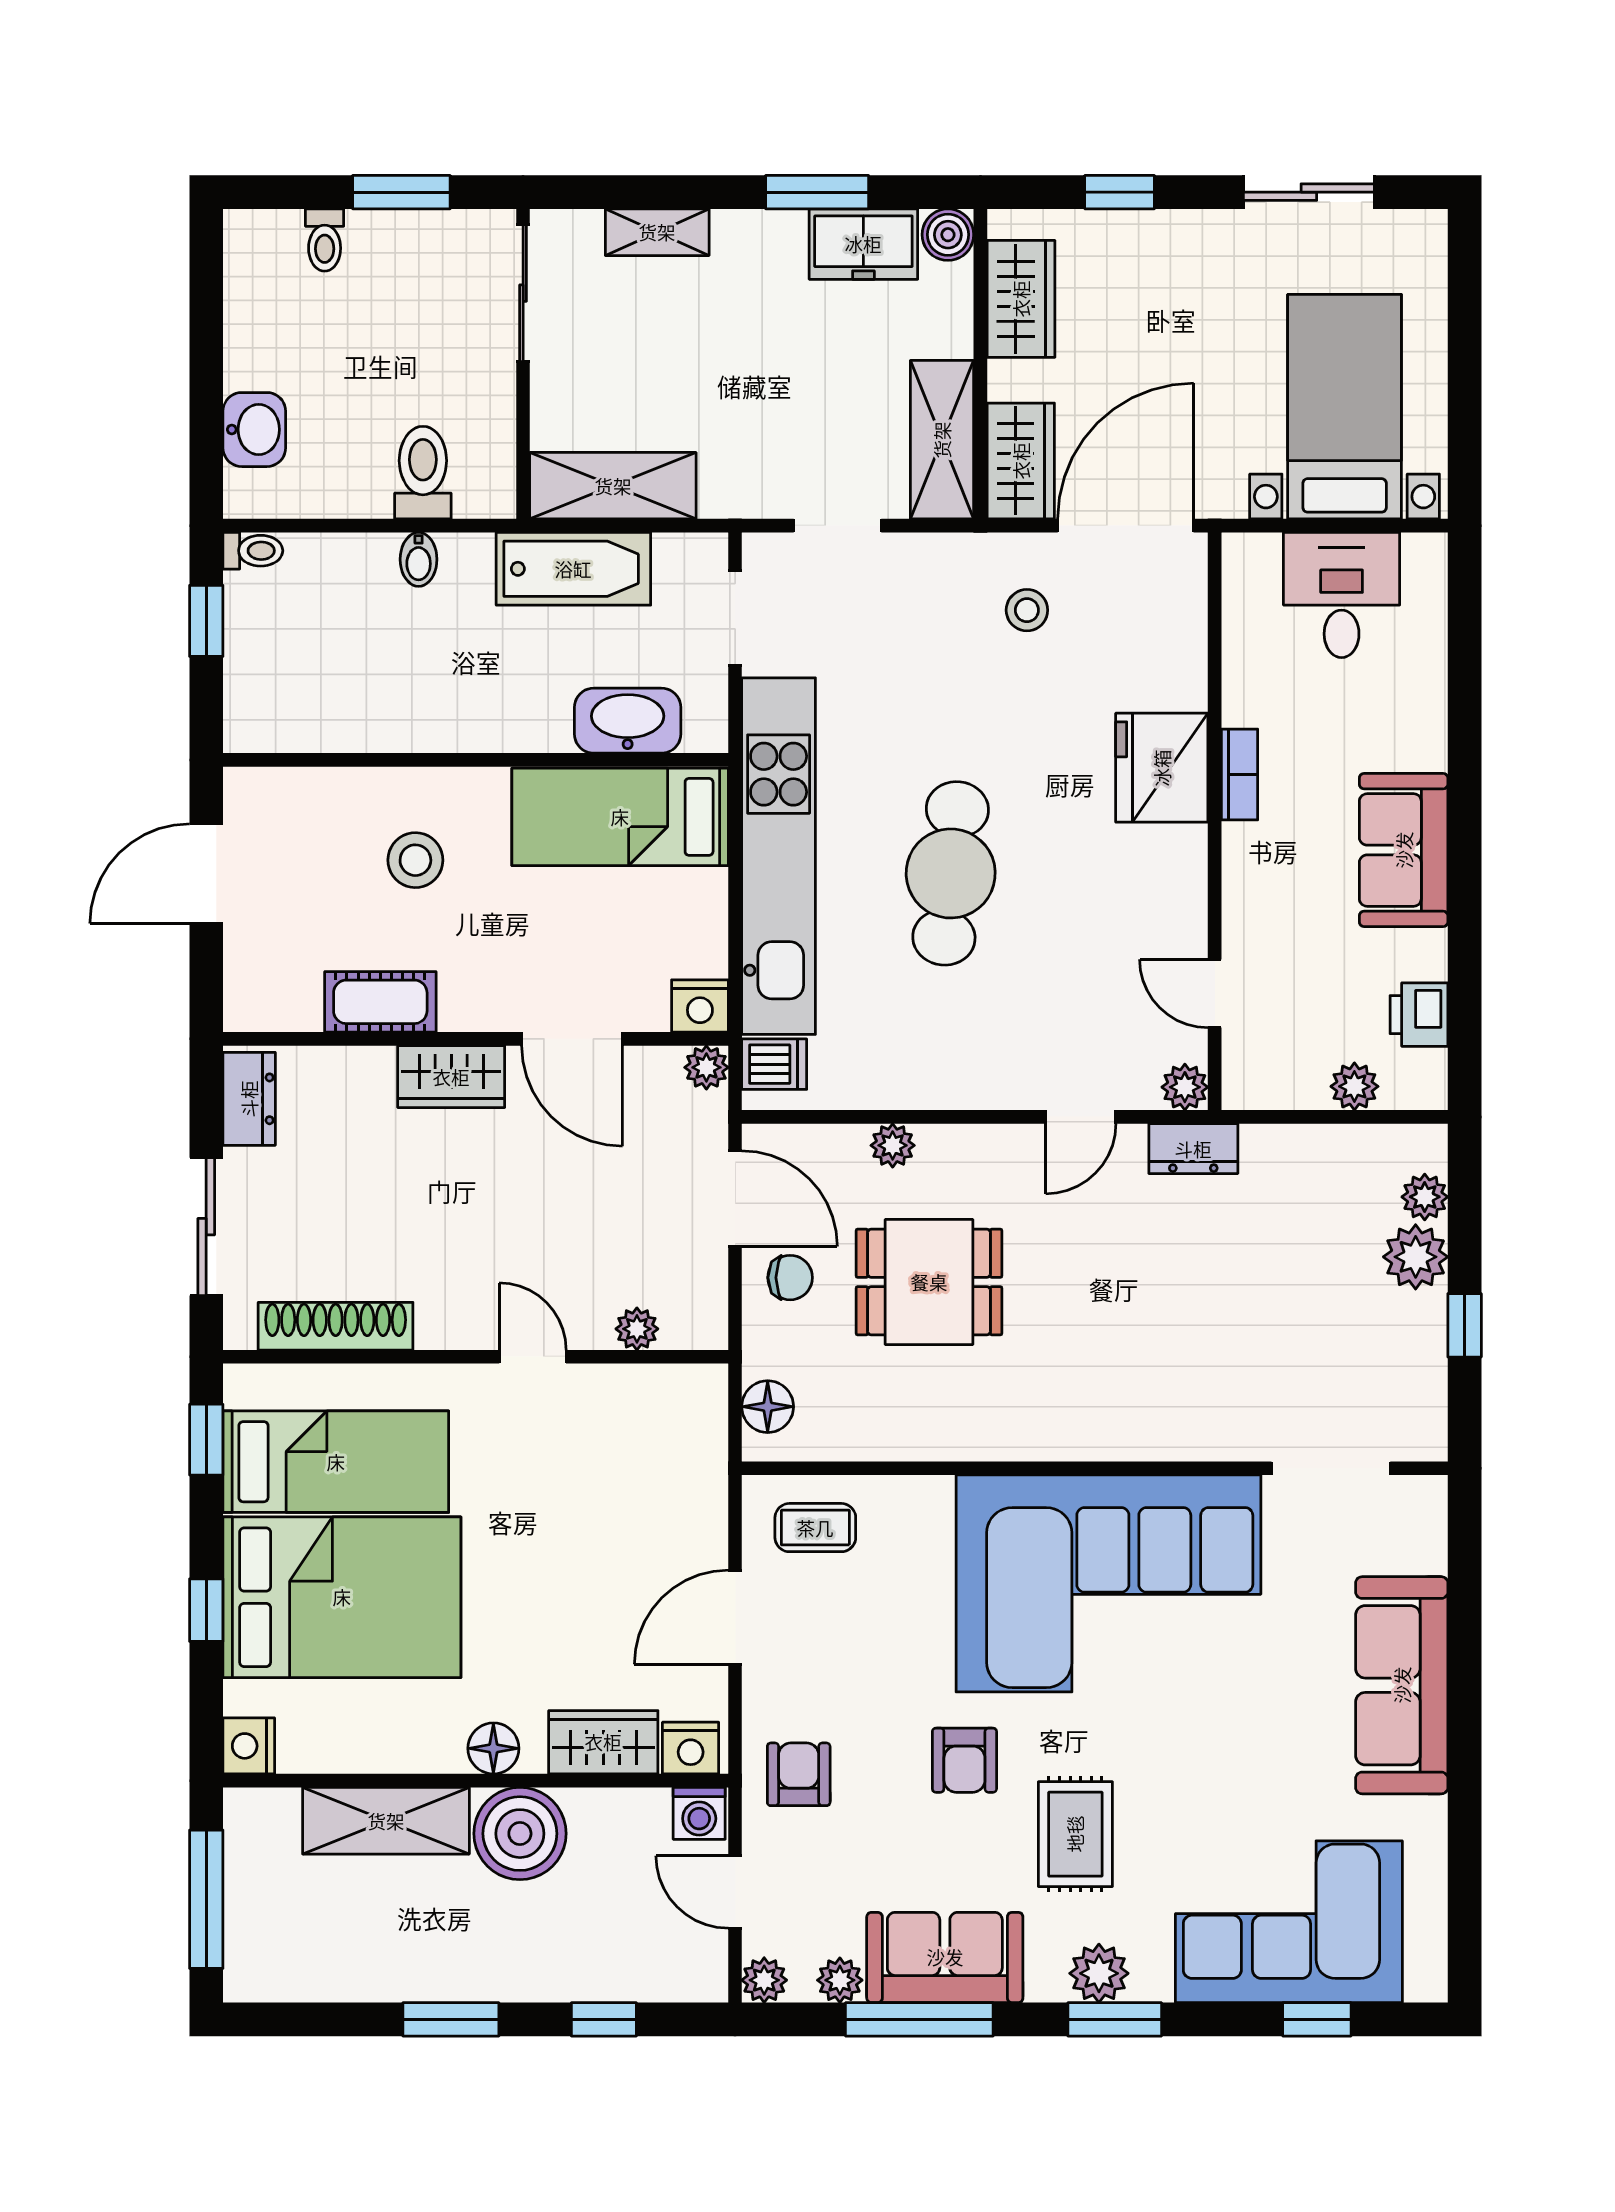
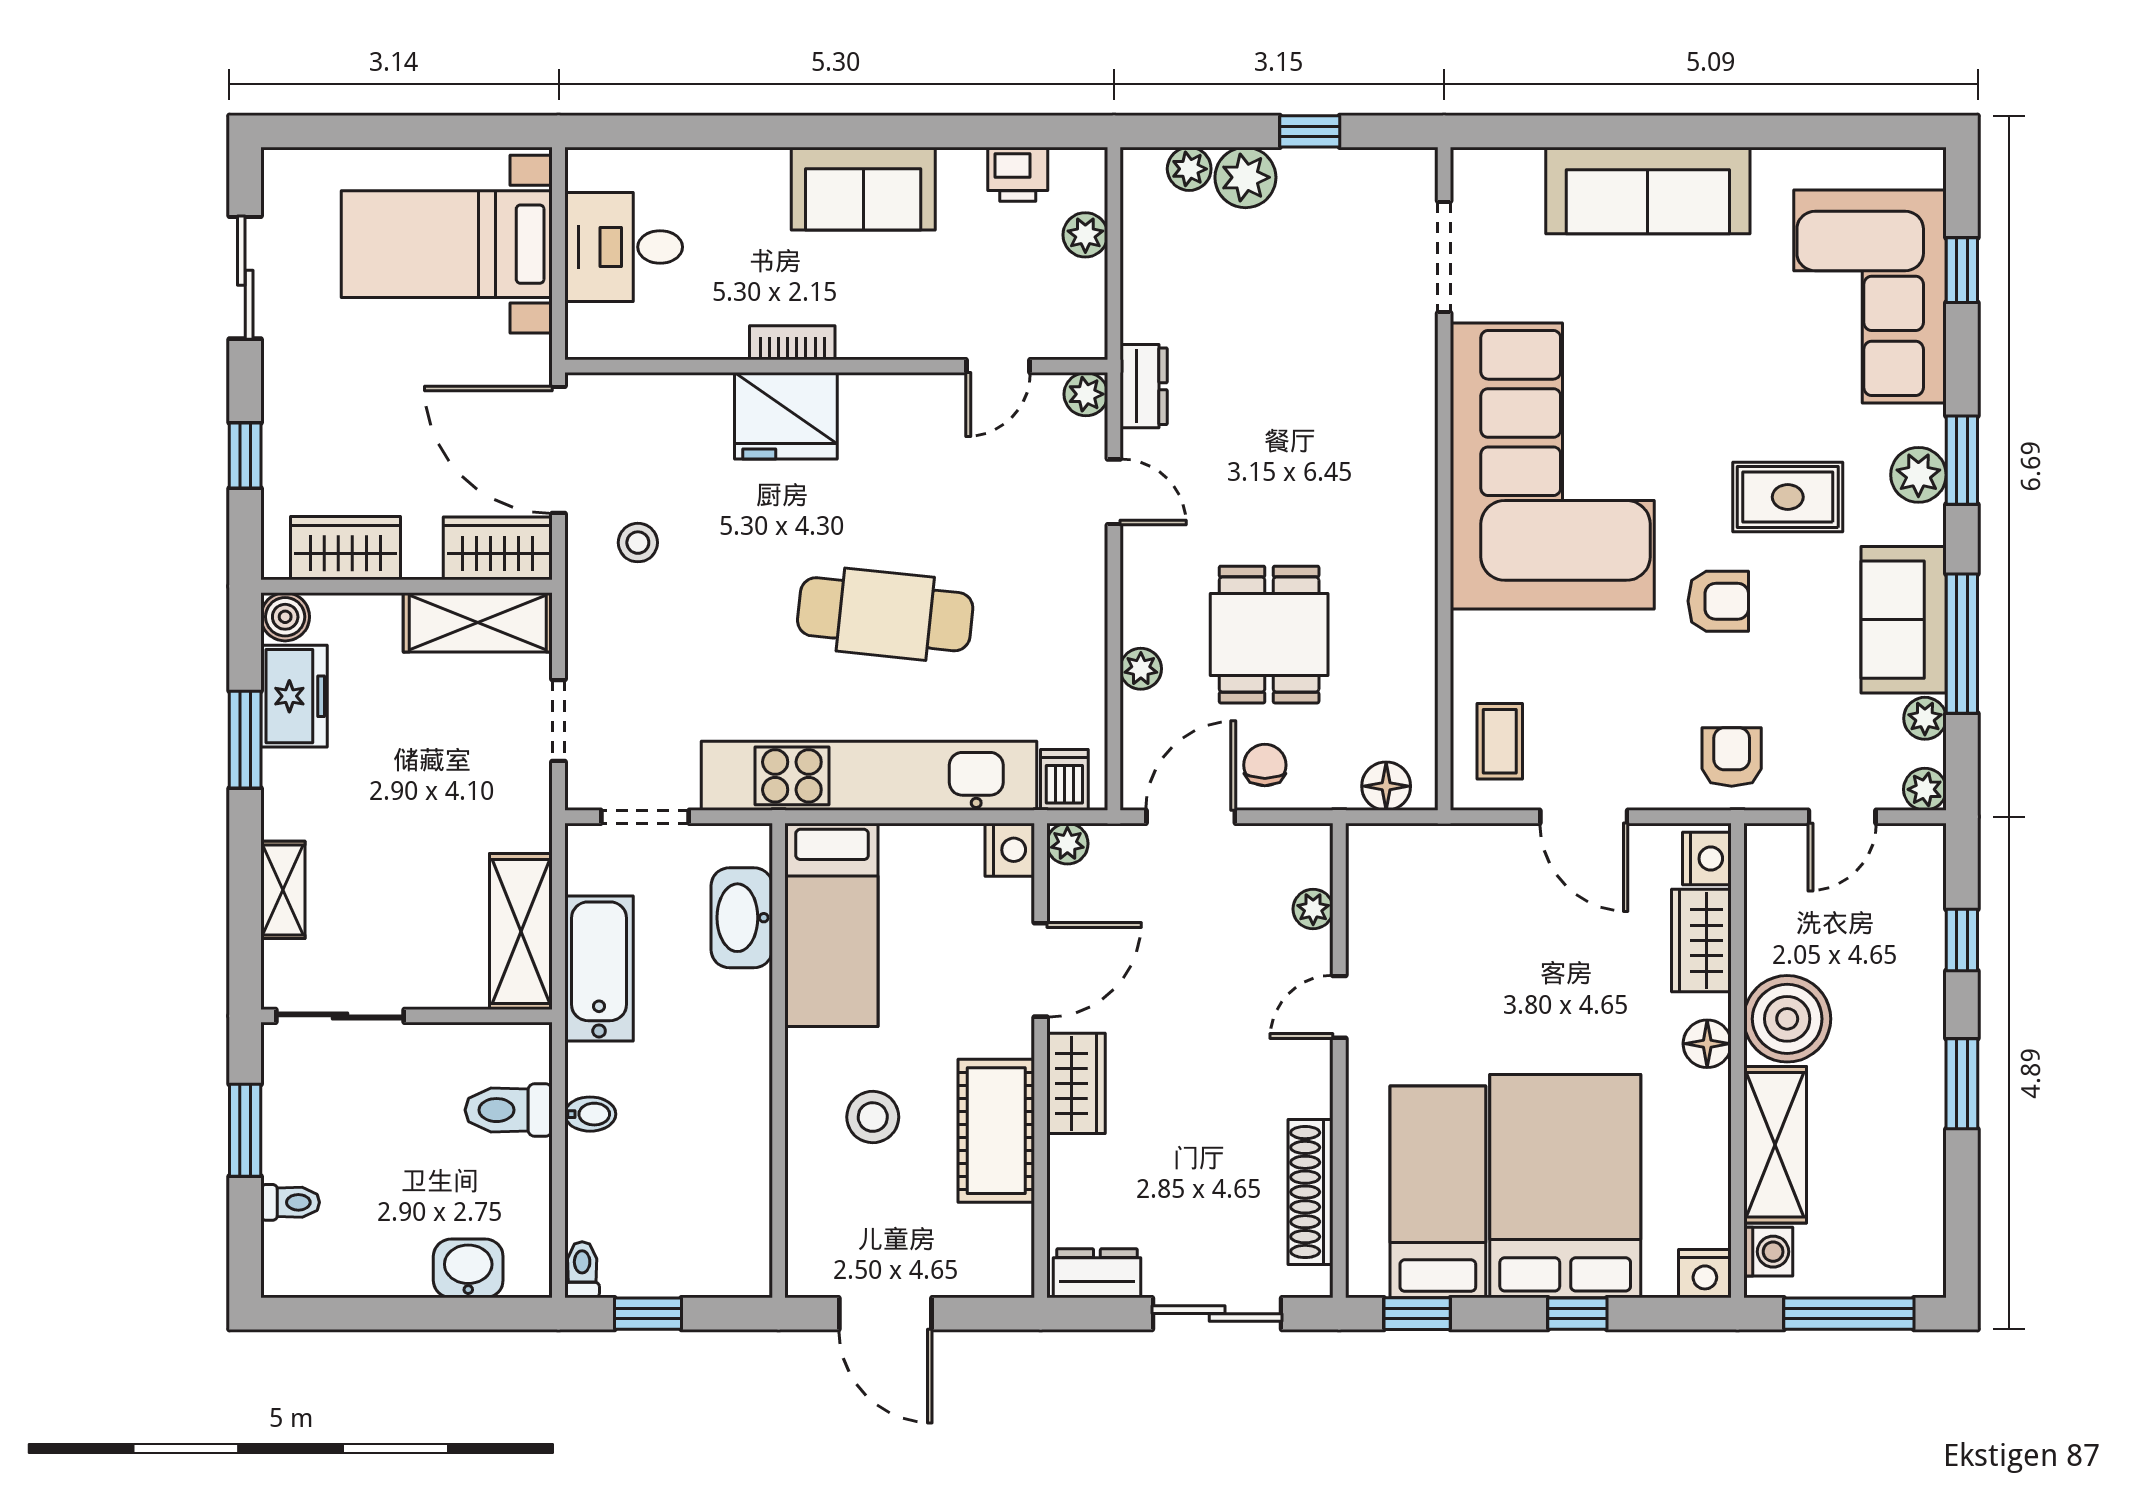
cot: (380, 1002) -> (996, 1131), width x1.37, depth x1.34
armchair: (799, 1774) -> (1732, 757), turned 90
washing machine: (699, 1813) -> (1768, 1252), moved

